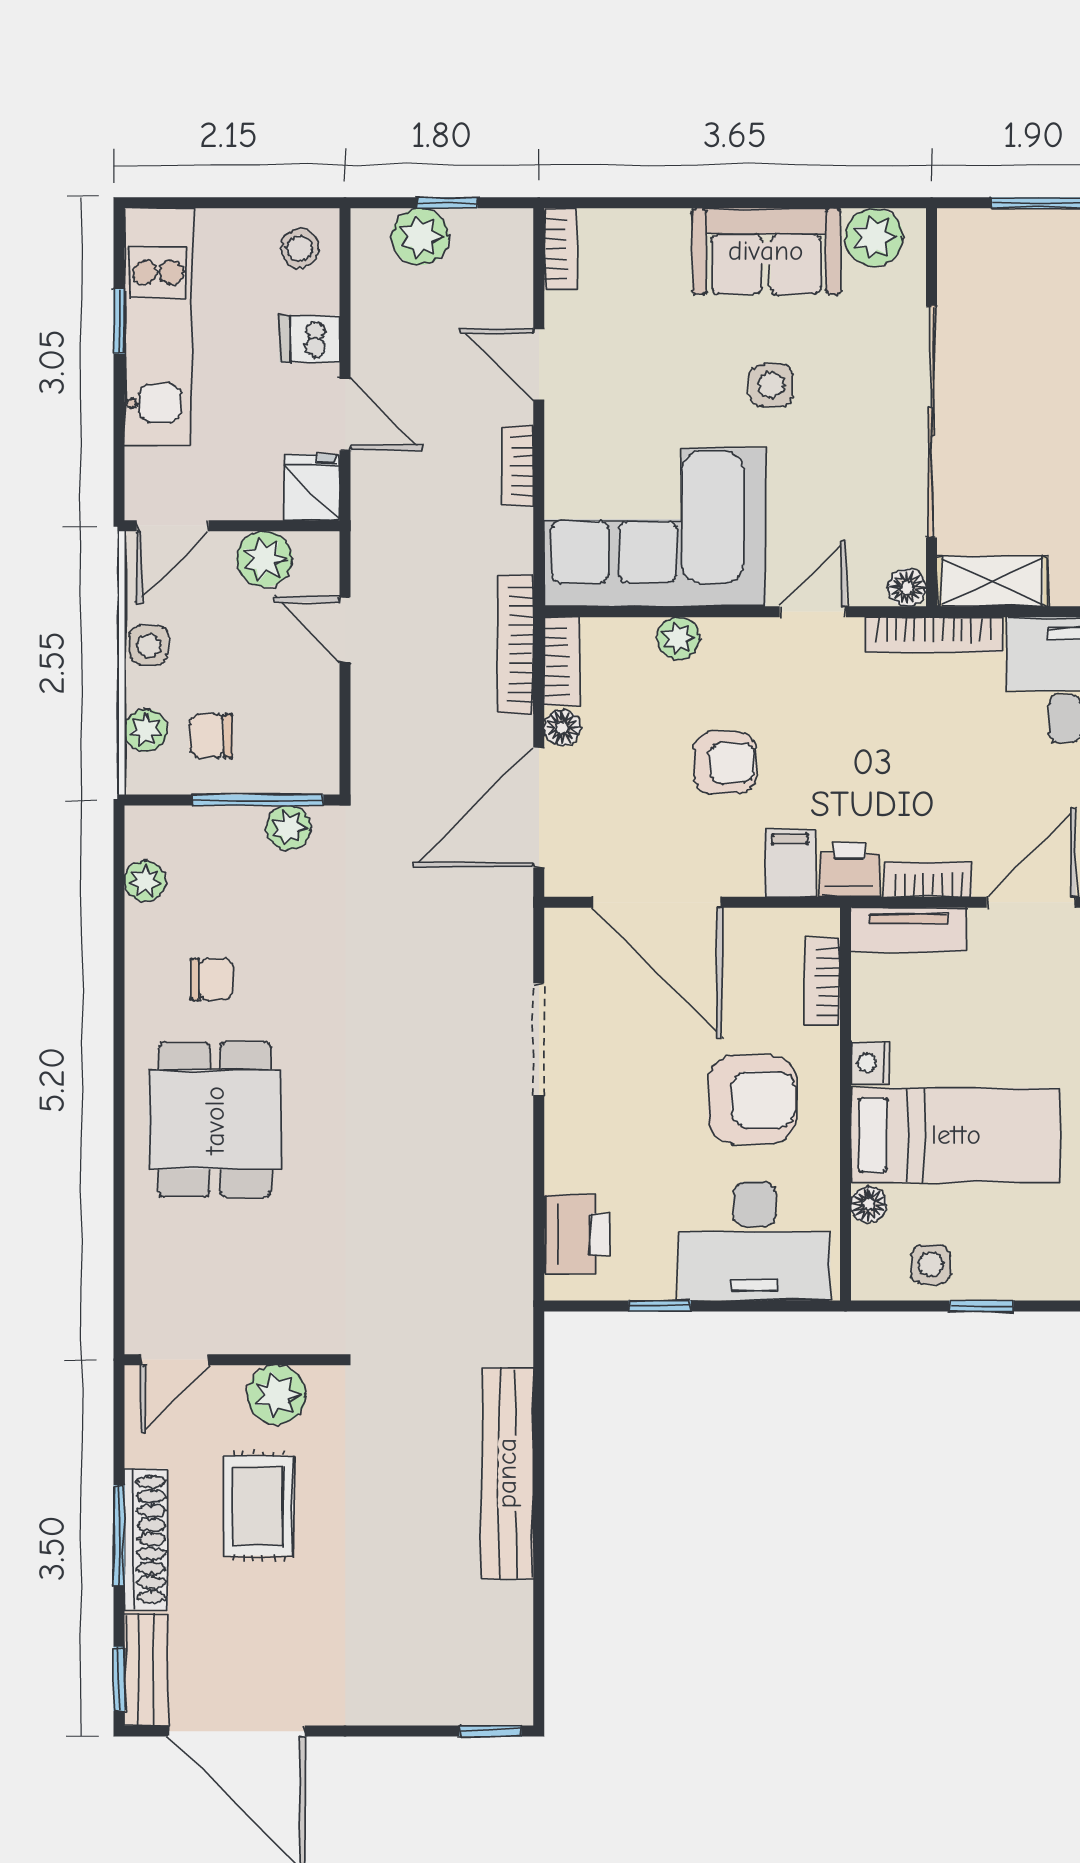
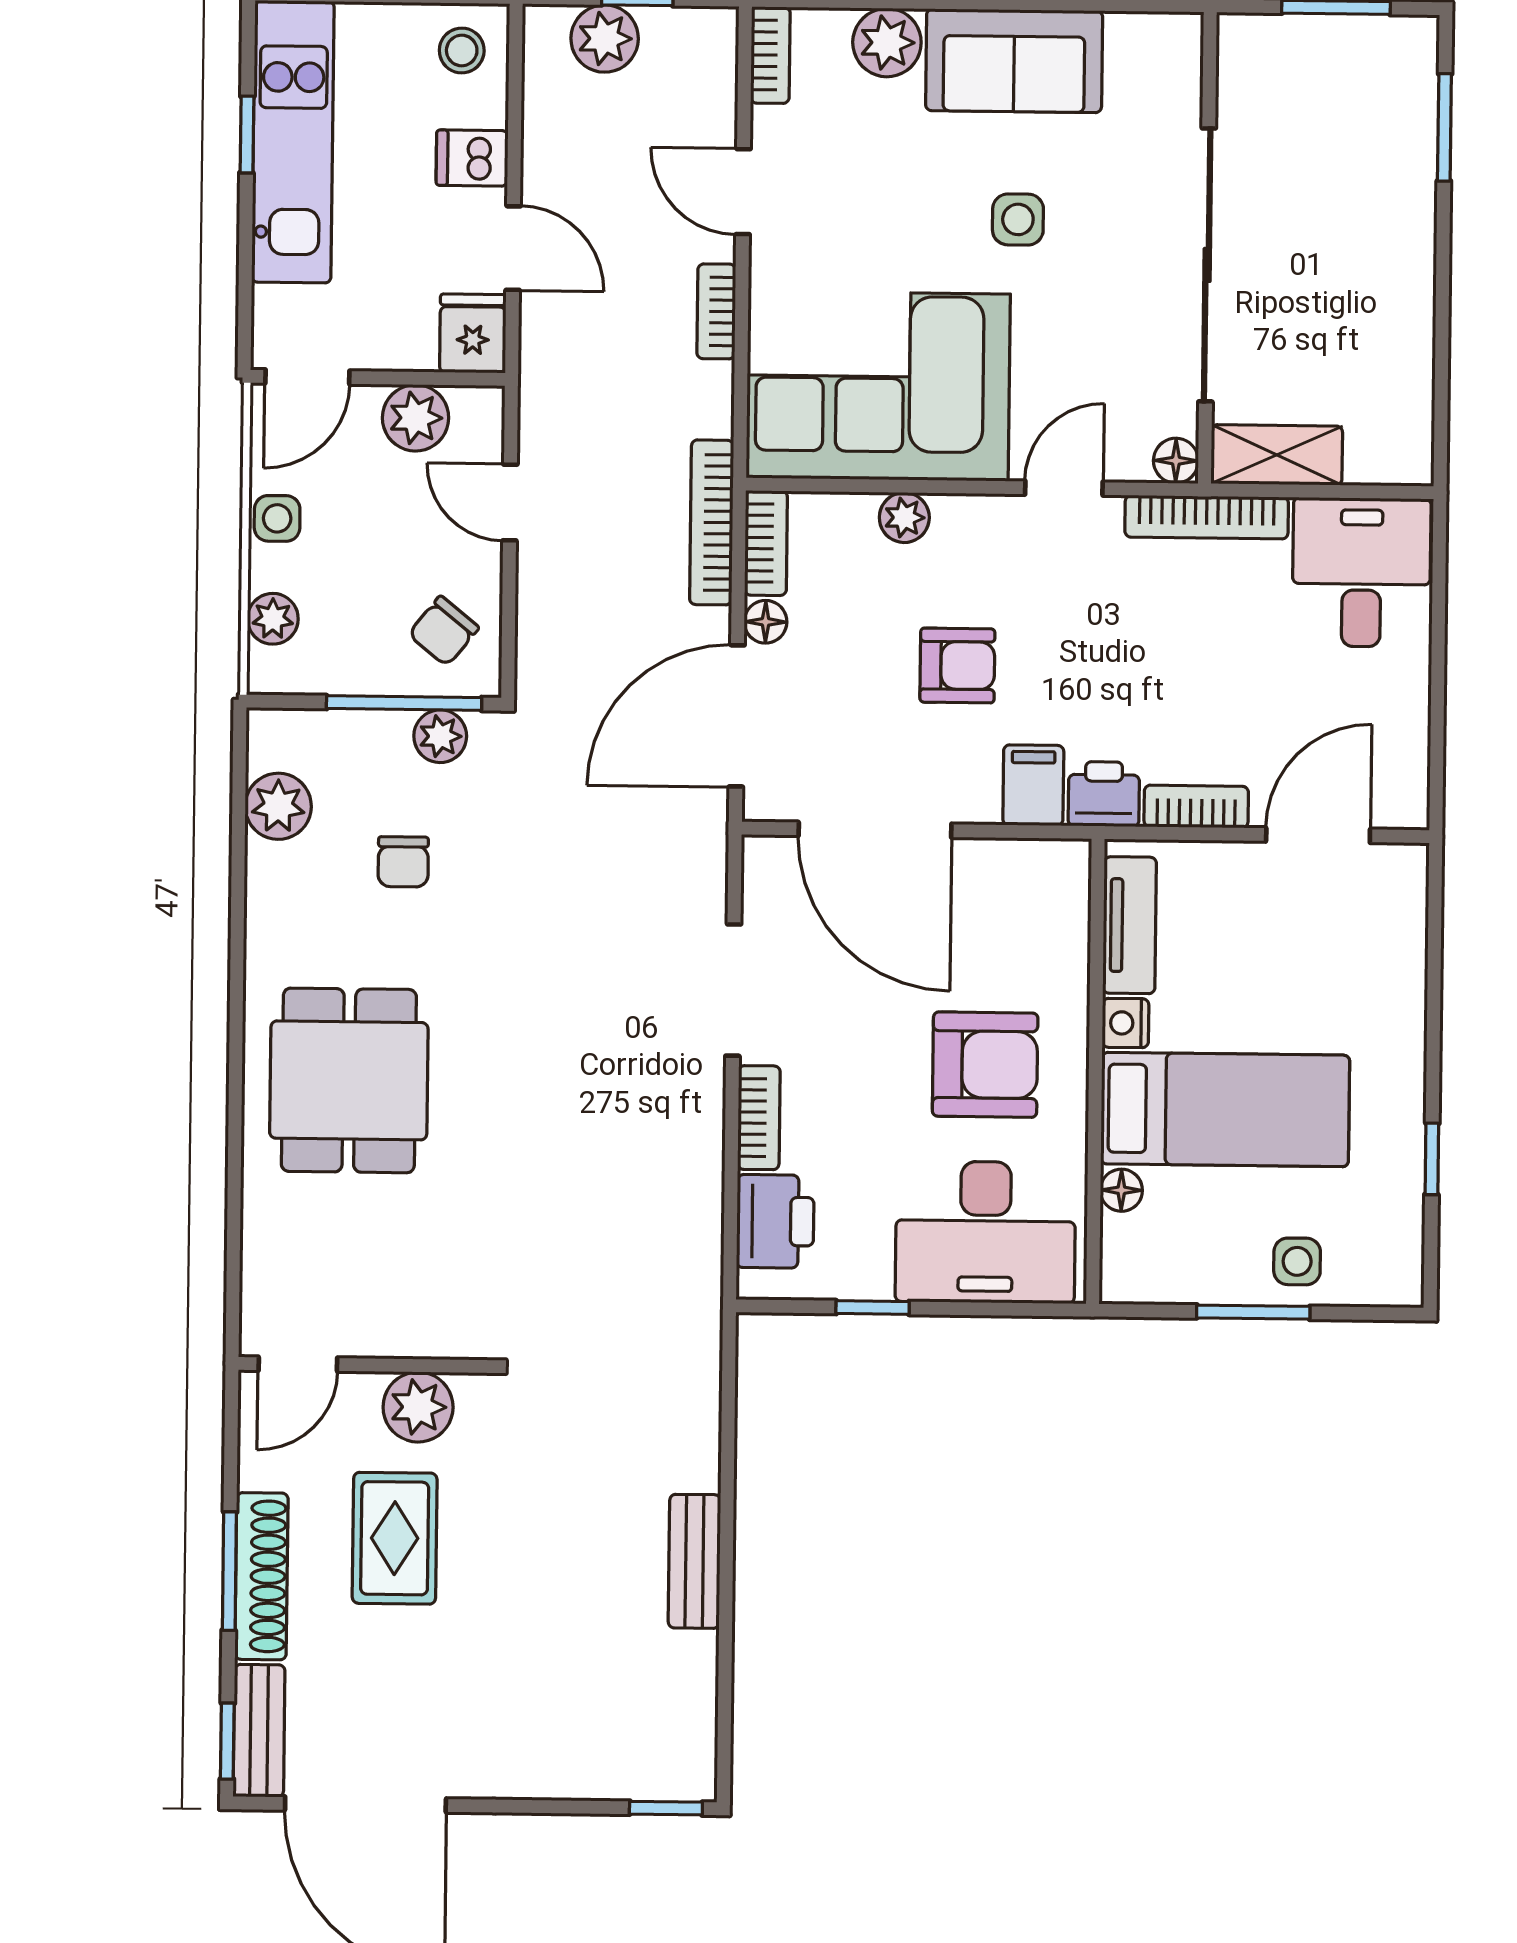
plant: (874, 237) -> (887, 43), moved
chair: (211, 736) -> (444, 631), moved, turned -51
plant: (145, 881) -> (278, 806), width x1.38, depth x1.38
tv unit: (909, 930) -> (1130, 925), moved, turned -90
chair: (212, 979) -> (403, 862), moved, turned 90
bookcase: (823, 982) -> (759, 1118), moved, turned 180
side table: (931, 1264) -> (1297, 1261), moved
window: (981, 1306) -> (1253, 1312), width x1.50
bench: (507, 1473) -> (694, 1561), width x0.54, depth x0.82

